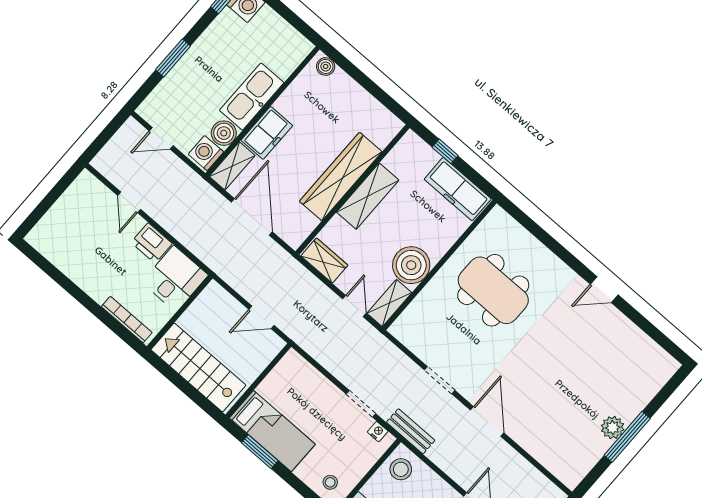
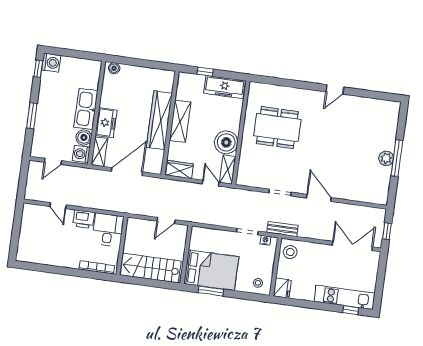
door: (252, 217) -> (127, 172), hinge flipped
bed: (272, 431) -> (211, 270), width x1.50

